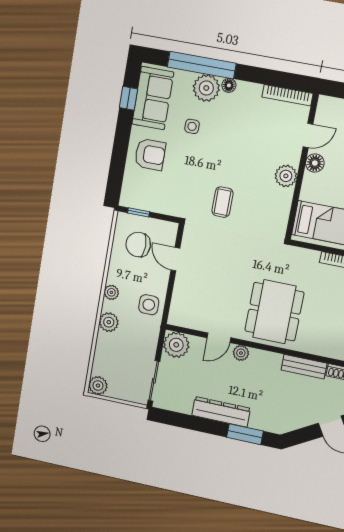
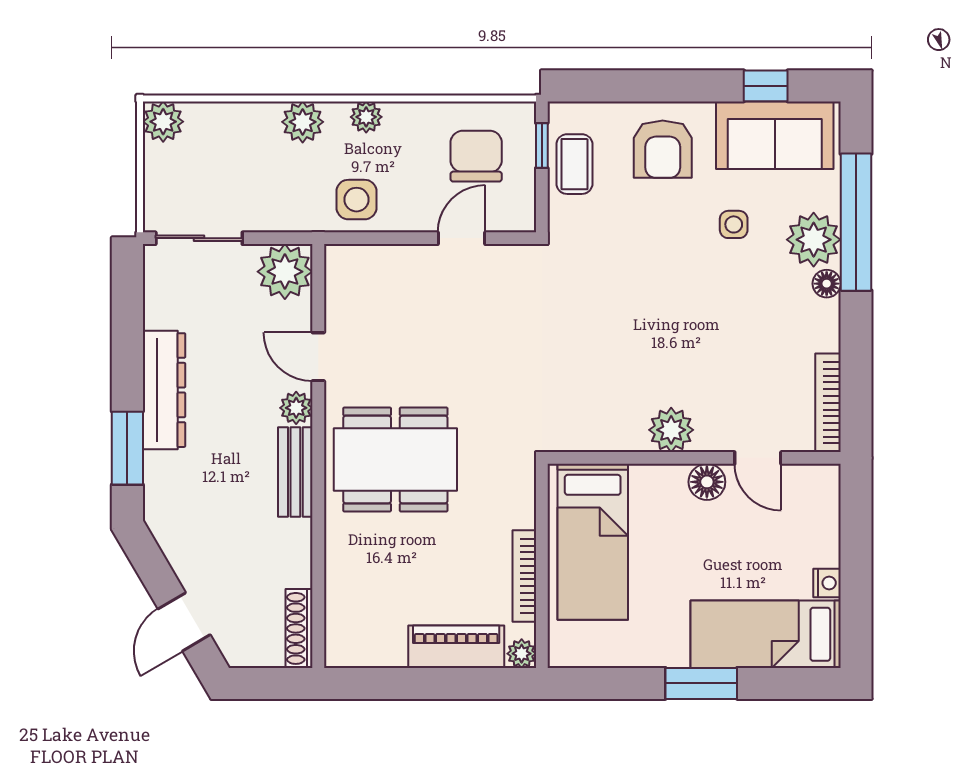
coffee table: (222, 202) -> (574, 164), moved, turned 90
bench: (304, 367) -> (295, 472), moved

